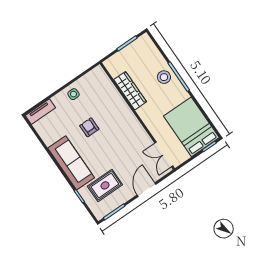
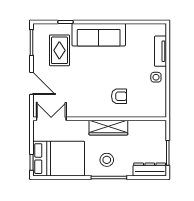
dresser: (150, 49) -> (150, 170), added
stool: (164, 77) -> (107, 160), moved
wardrobe: (130, 91) -> (108, 128), moved
tv unit: (40, 112) -> (161, 51), moved
armchair: (89, 127) -> (119, 96), moved

